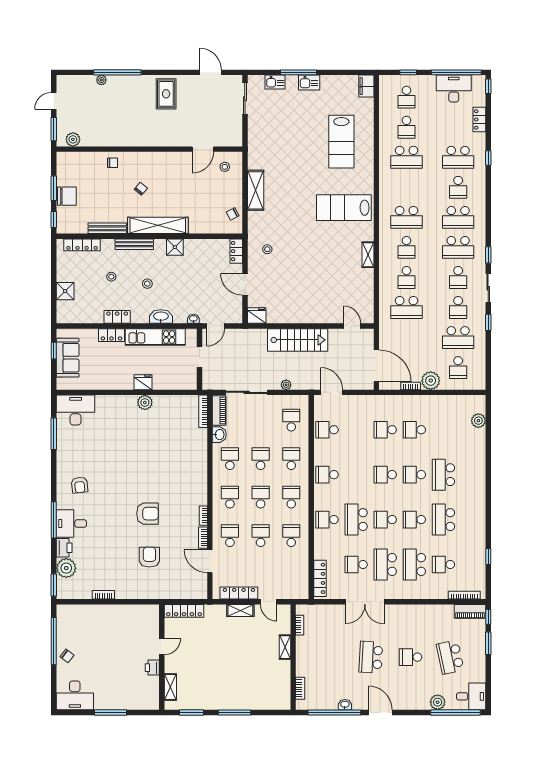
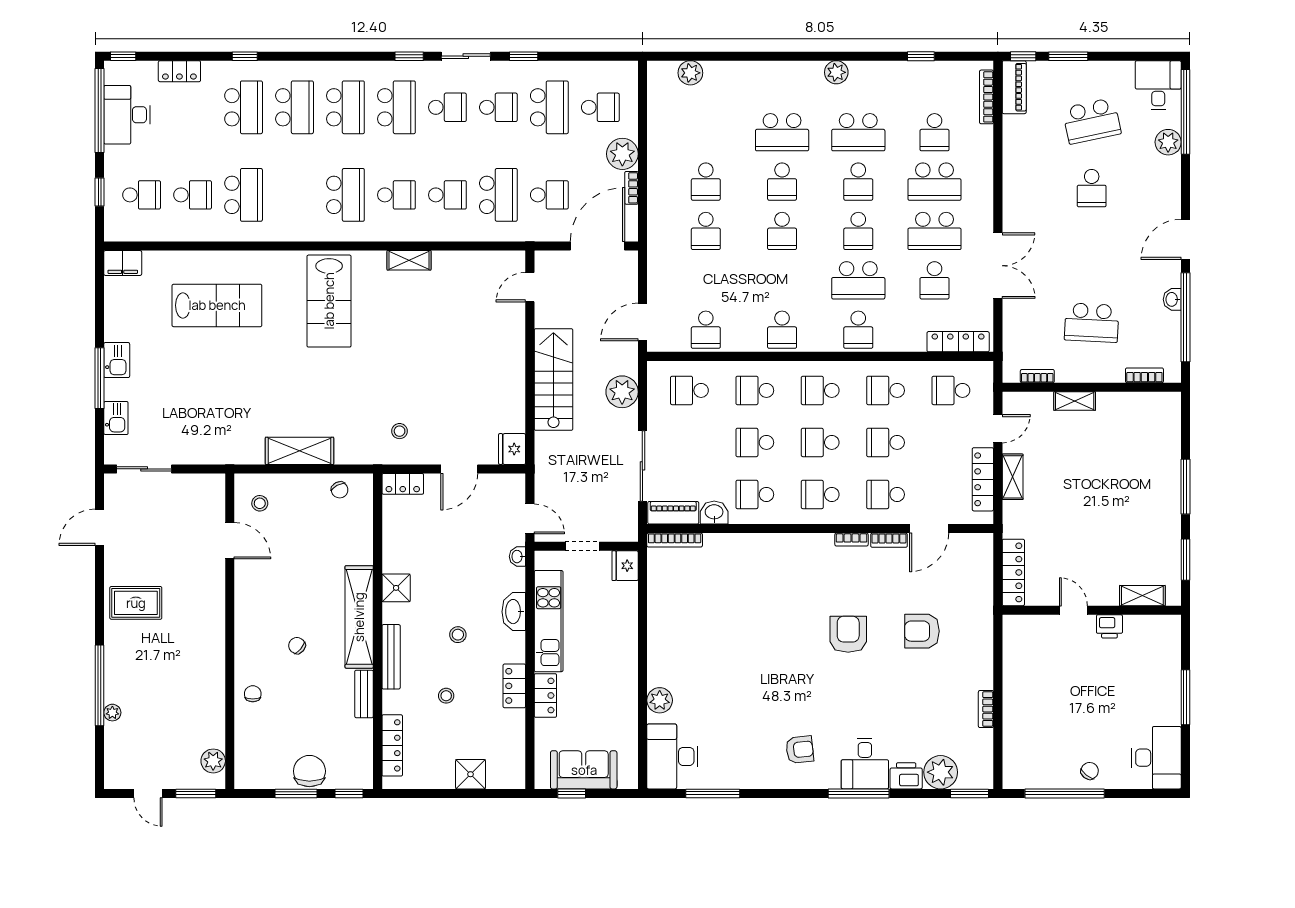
school desk: (458, 187) -> (294, 107), width x1.85
bench: (107, 228) -> (364, 694), width x0.73
school desk: (406, 338) -> (549, 195), added
fridge: (143, 382) -> (625, 566), moved
plant: (286, 385) -> (622, 392), width x1.87, depth x1.87
plant: (145, 402) -> (660, 700), moved
plant: (479, 507) -> (836, 72), added
school desk: (291, 574) -> (951, 390), added
school desk: (371, 657) -> (1092, 323), moved

